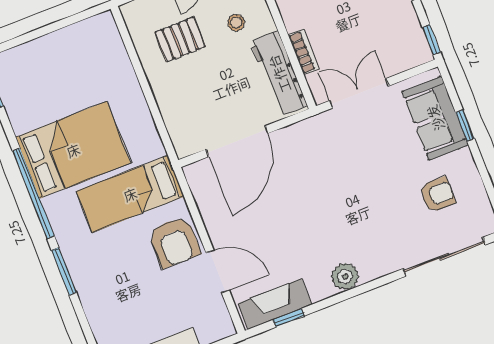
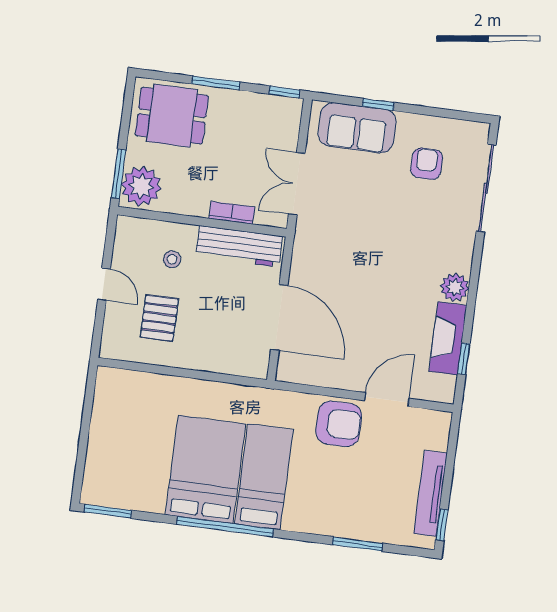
bed: (130, 194) -> (264, 477), moved, turned 180
window: (64, 271) -> (357, 544), moved
fireplace: (275, 304) -> (448, 338), moved

